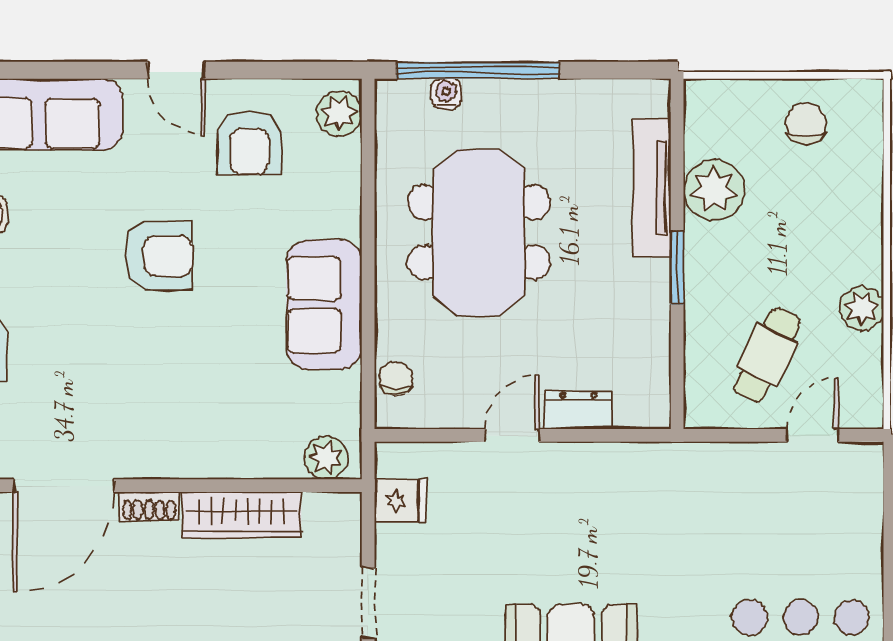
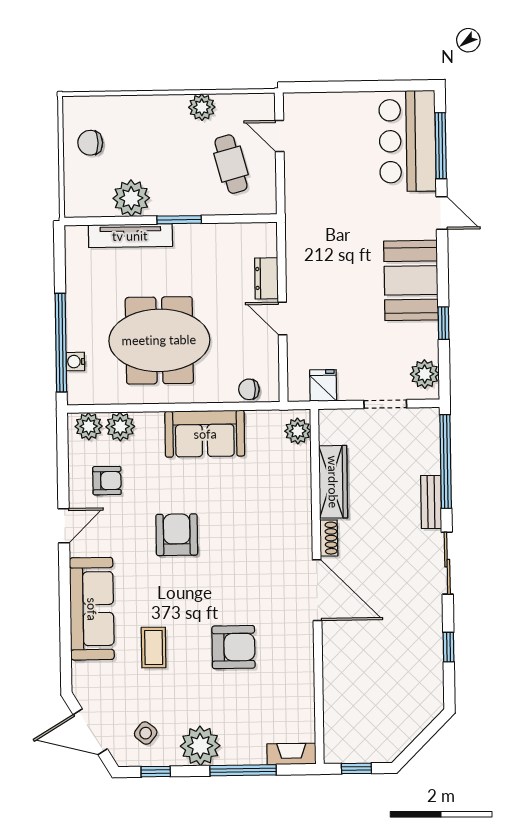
armchair: (249, 142) -> (107, 481), width x0.72, depth x0.72
plant: (338, 166) -> (120, 427), added
cafe table: (767, 355) -> (231, 164), turned 49

